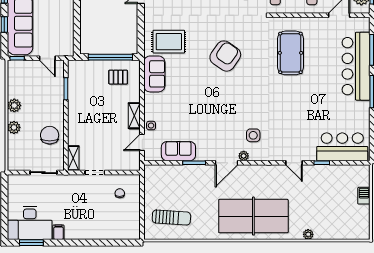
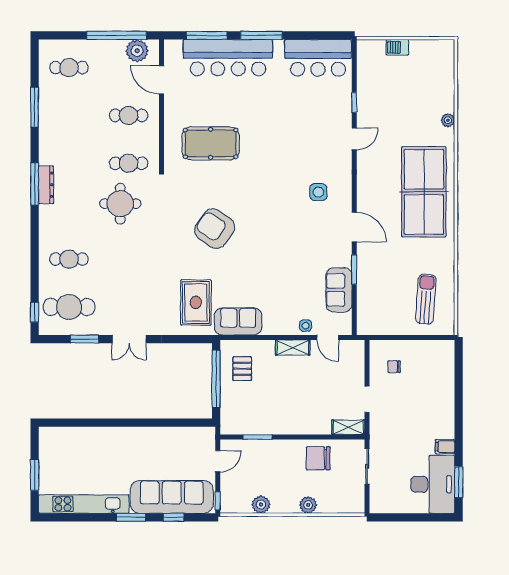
plant: (14, 105) -> (261, 505), moved
bar counter: (342, 147) -> (318, 58), moved, turned -90
plant: (244, 156) -> (345, 205), removed

